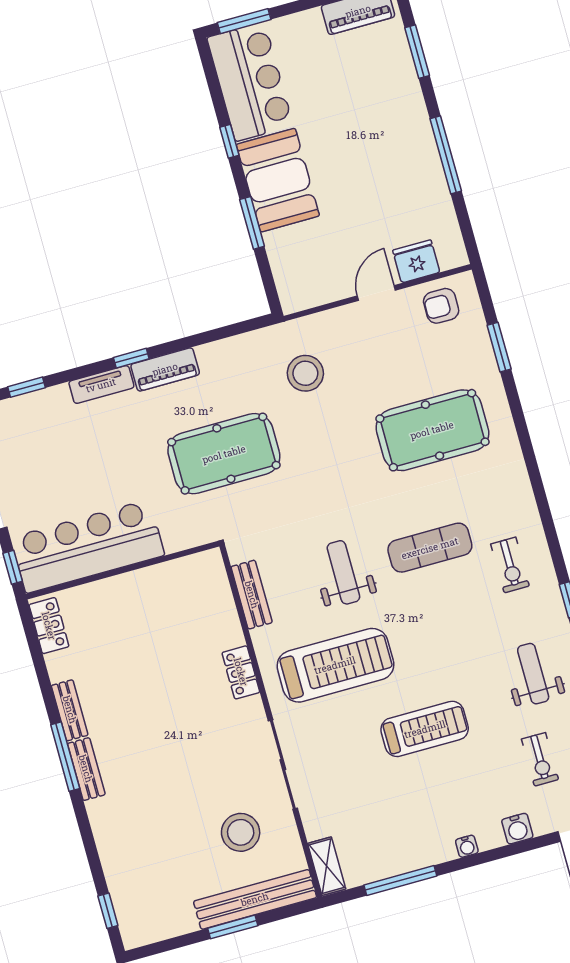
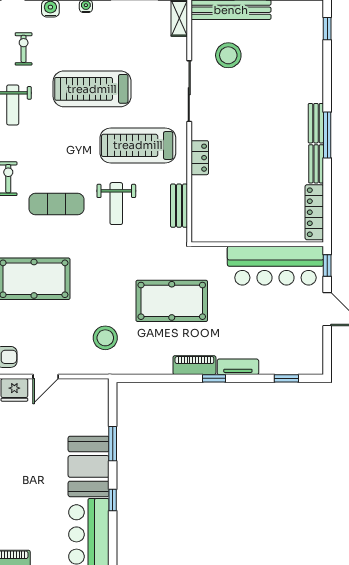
locker: (49, 626) -> (314, 212), width x1.53
treadmill: (425, 729) -> (92, 89), width x1.37, depth x1.38

